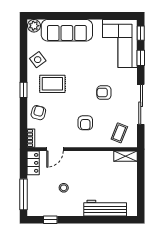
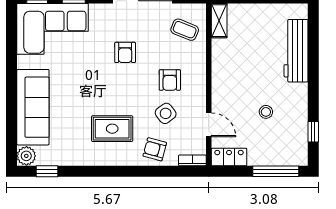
side table: (38, 60) -> (166, 113), moved
rug: (52, 84) -> (112, 129), turned 90
window: (24, 90) -> (47, 171), moved
armchair: (85, 123) -> (170, 80), turned 90

